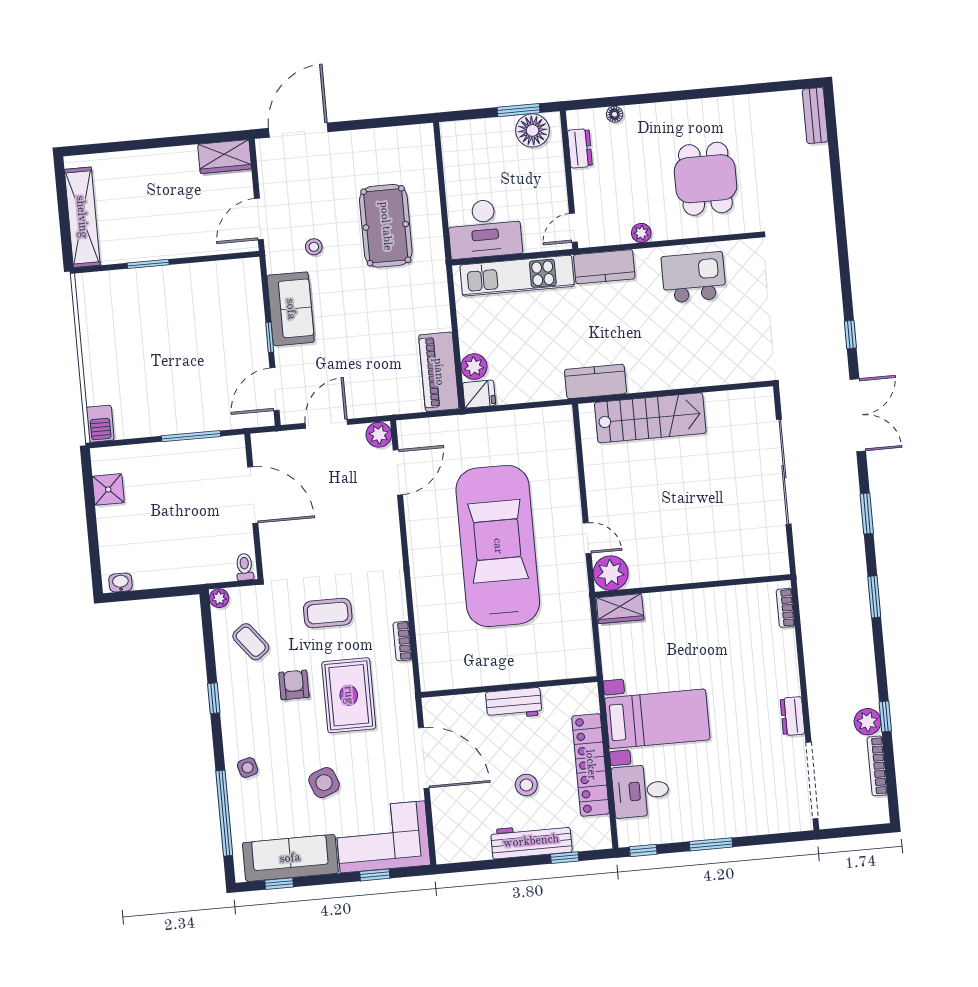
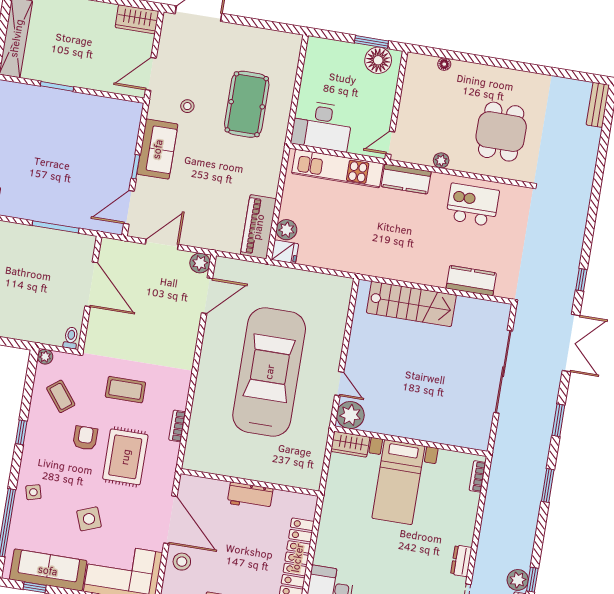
dresser: (580, 148) -> (411, 83), removed
kitchen counter: (596, 381) -> (471, 281), moved
bed with nightstands: (657, 719) -> (398, 482), moved, turned 90
stool: (526, 785) -> (182, 562), moved

